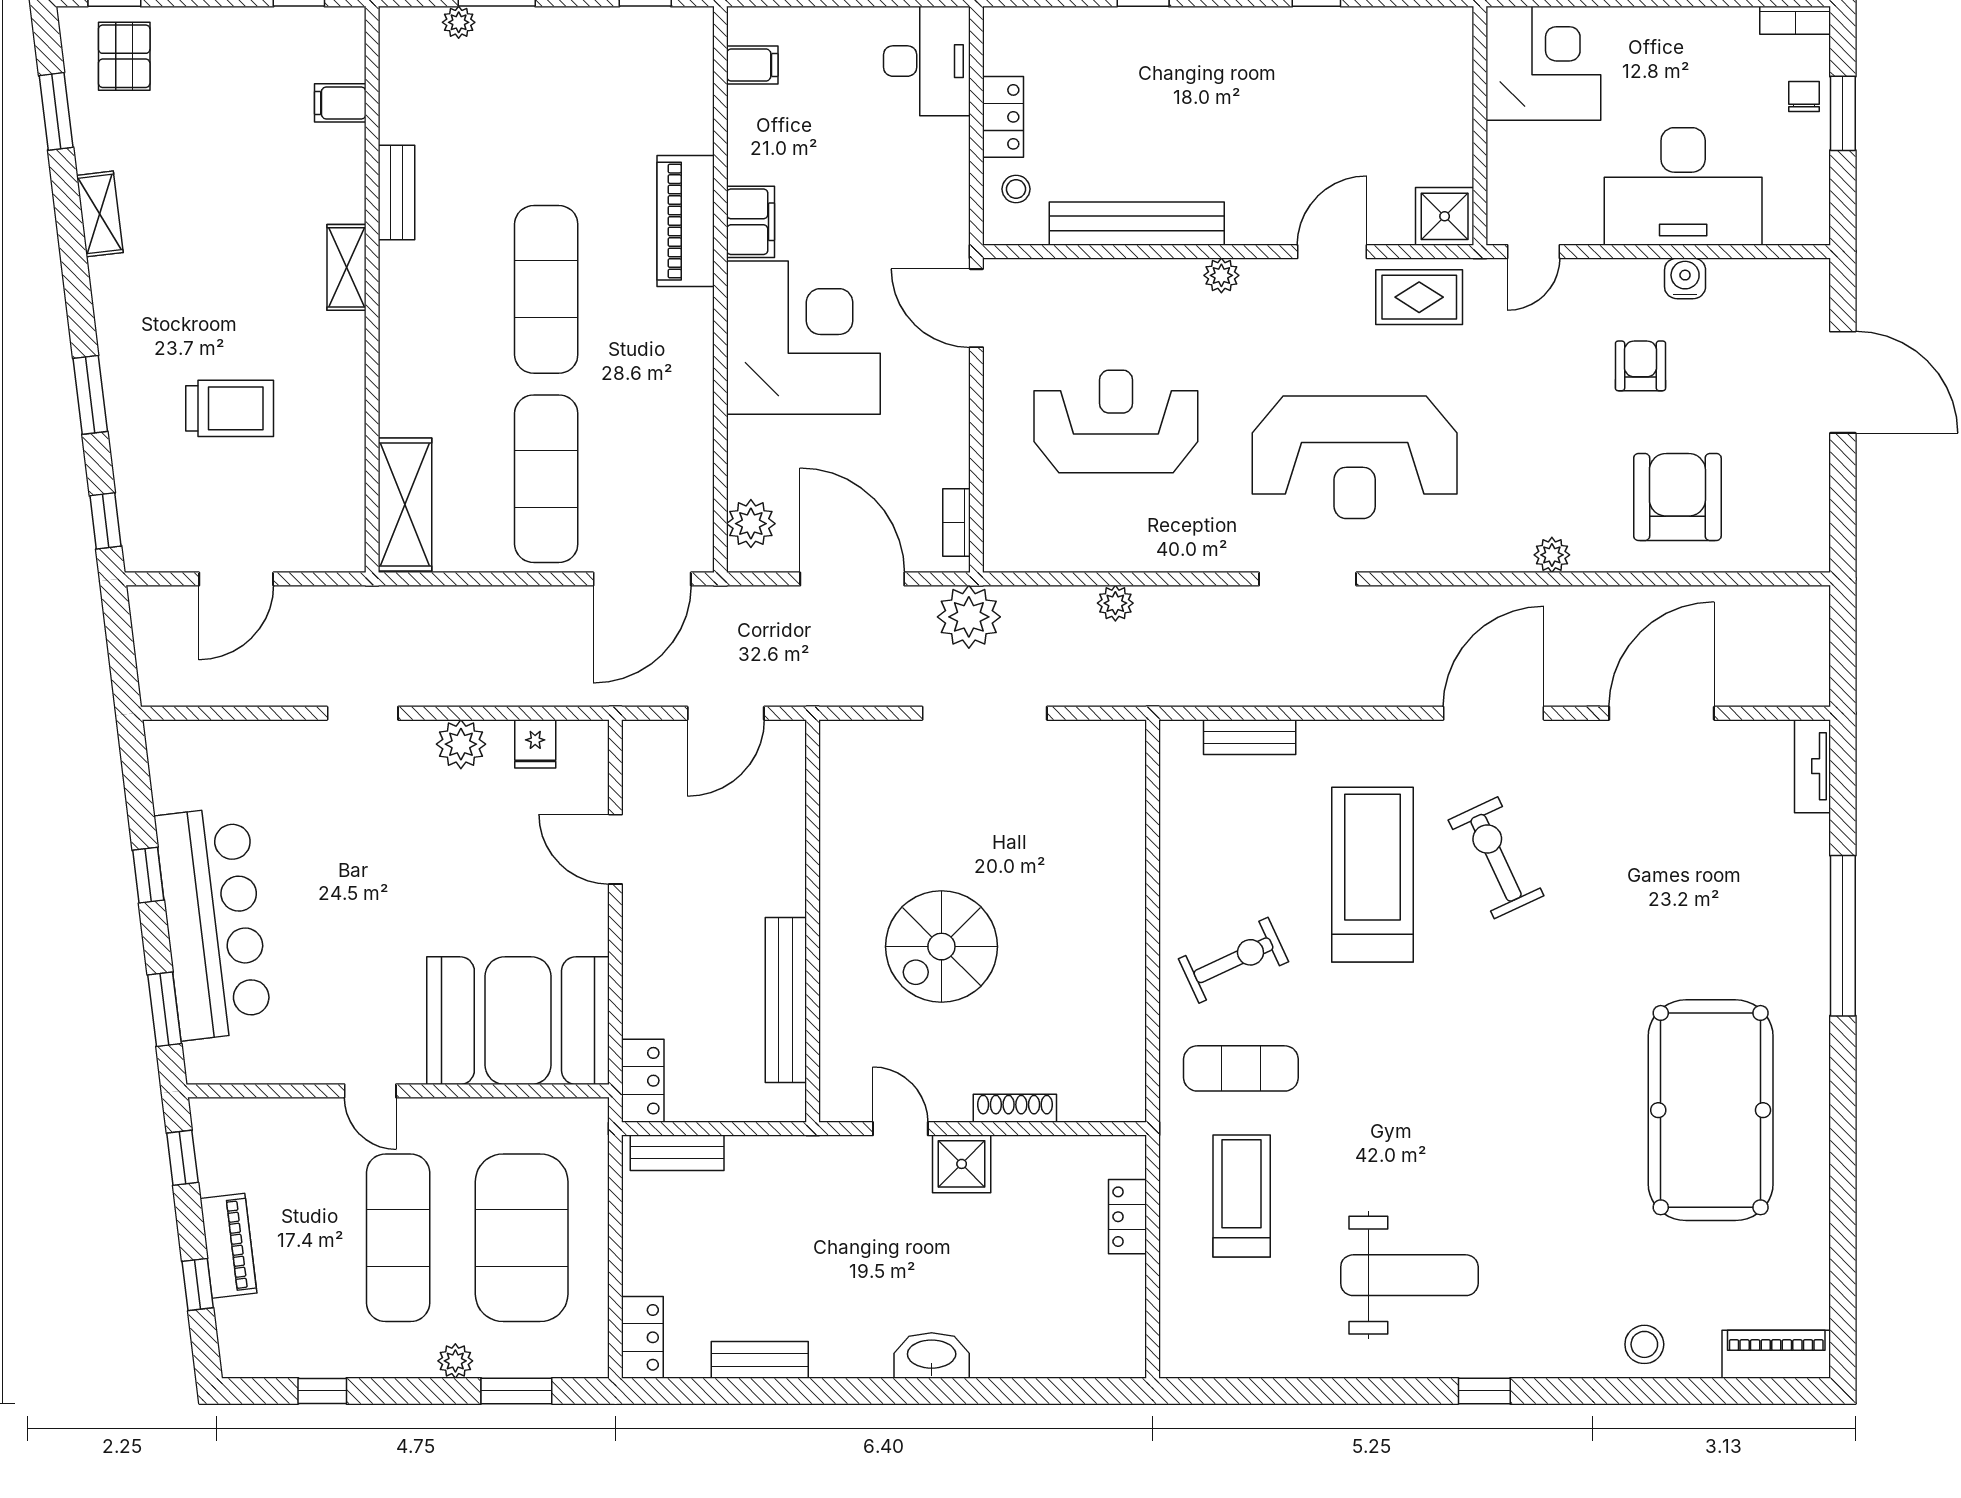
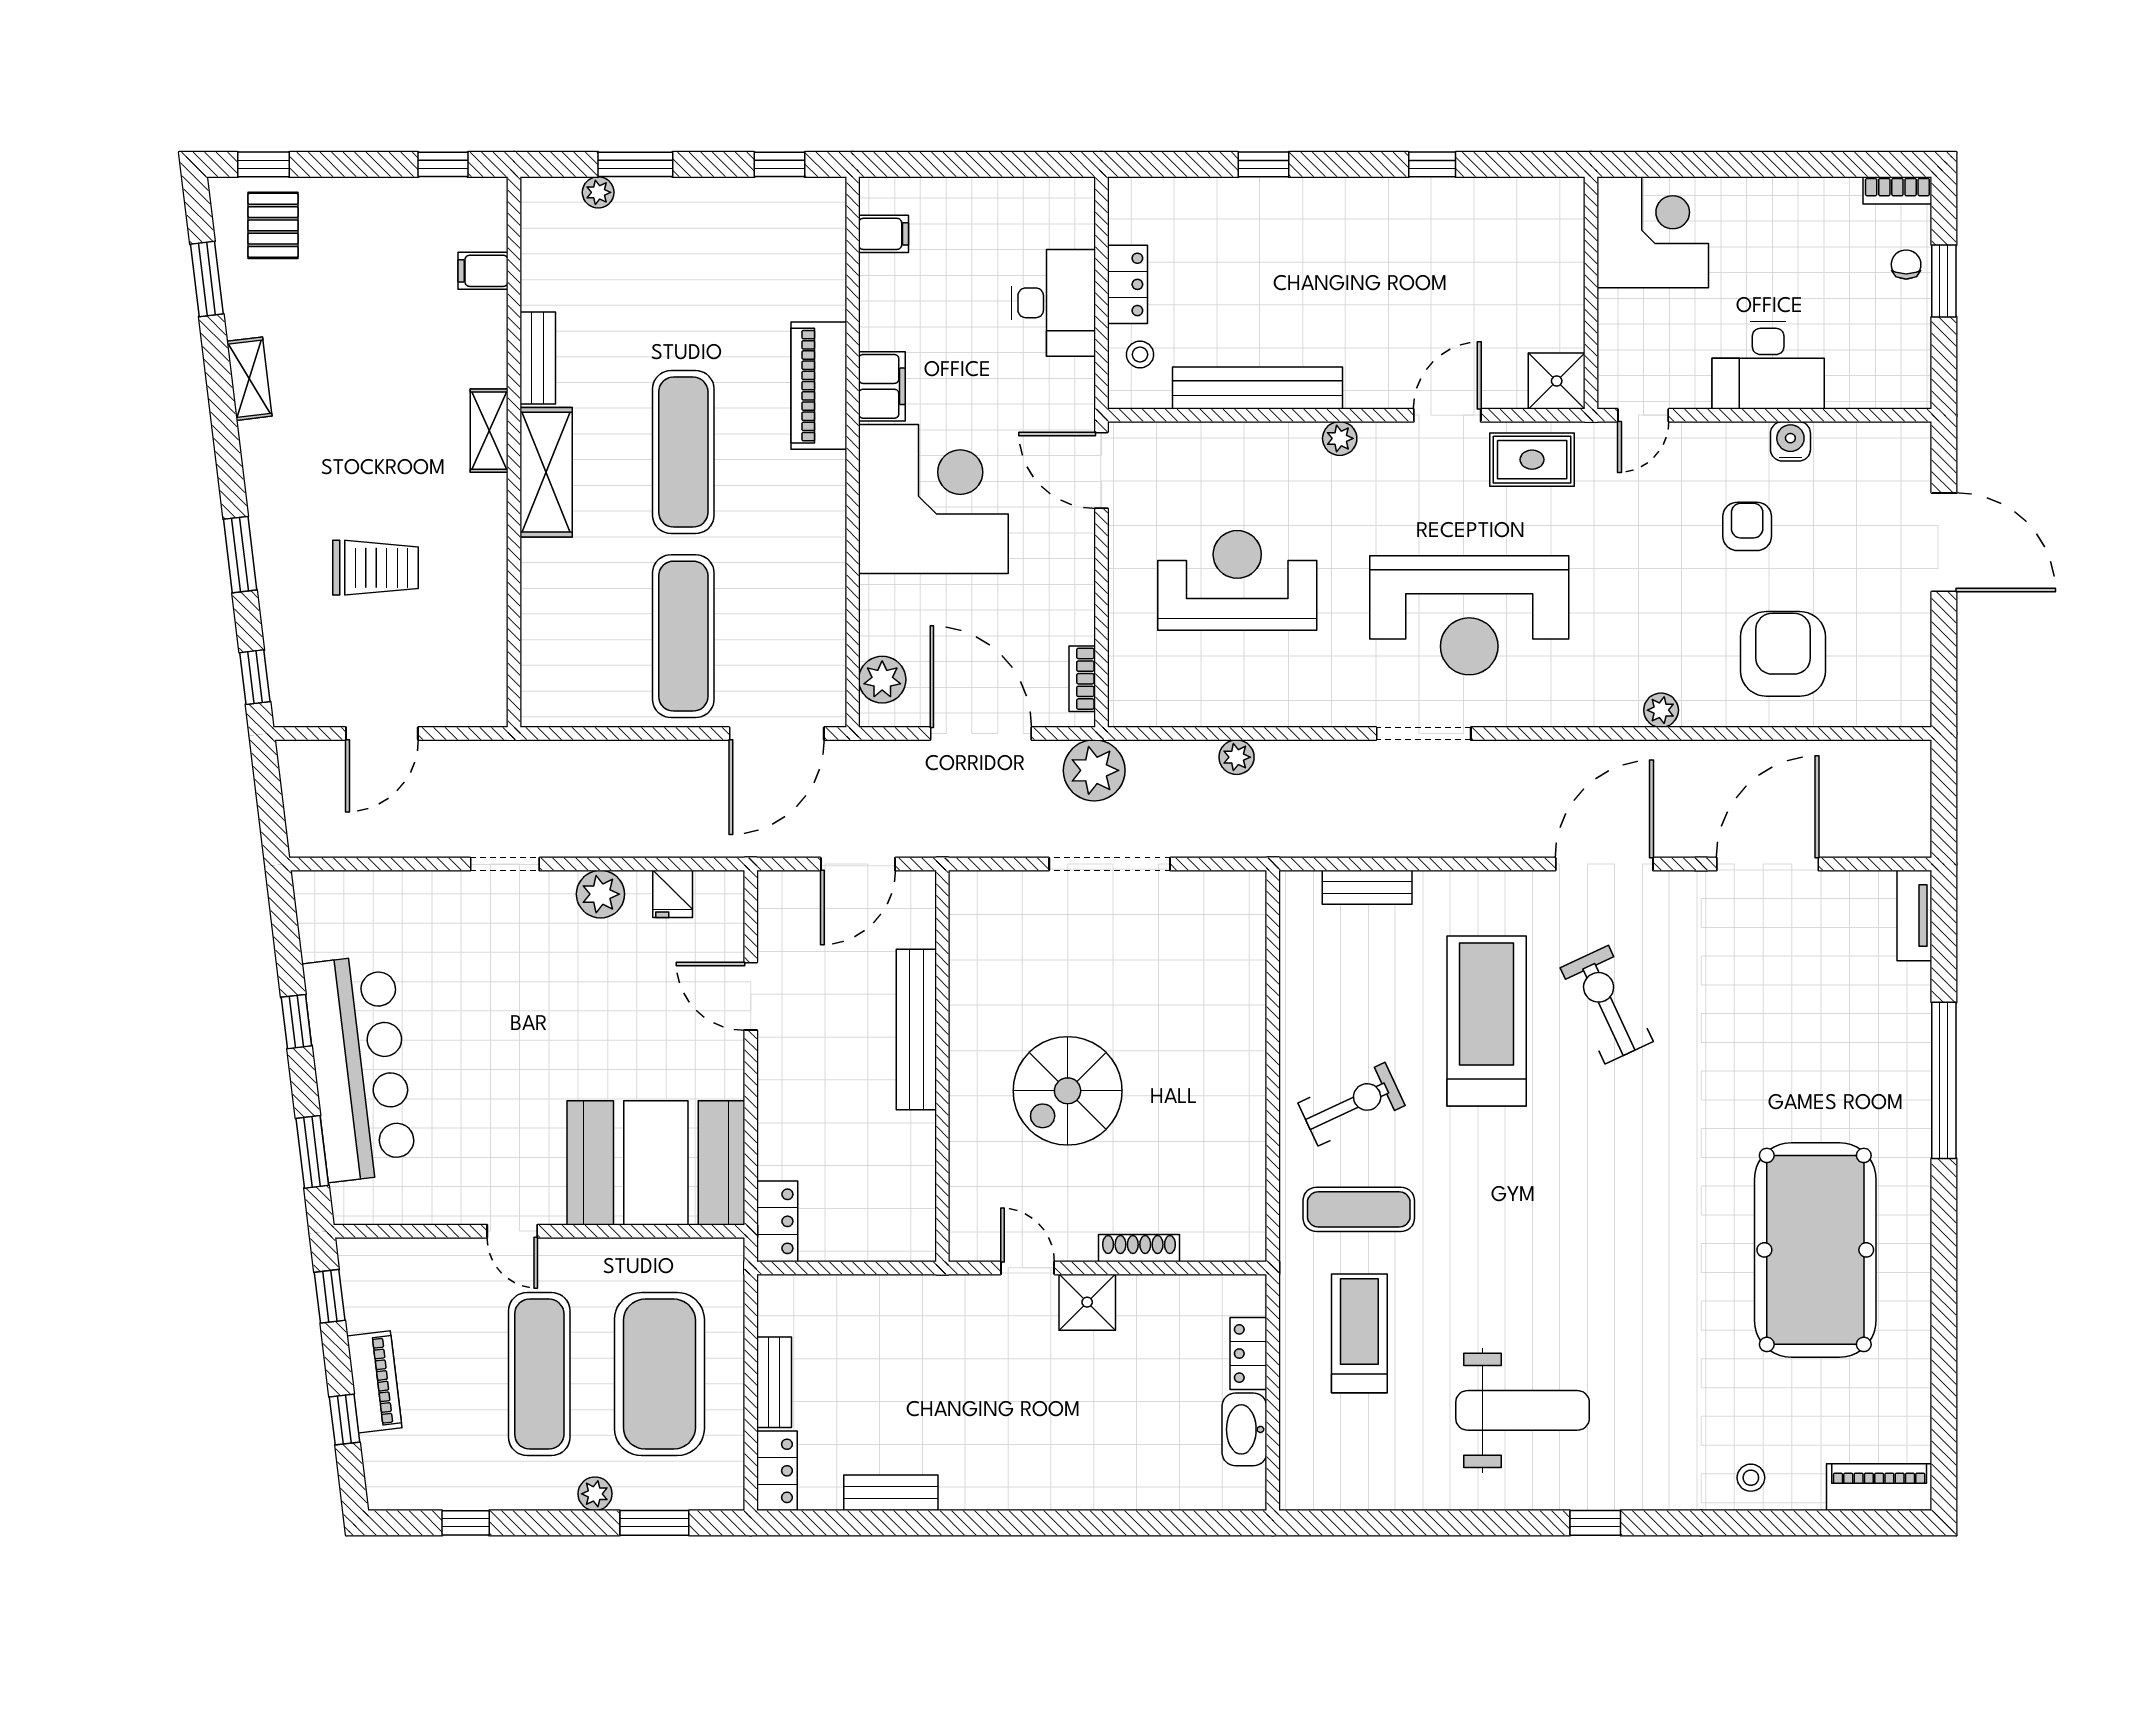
desk: (927, 61) -> (1053, 303), moved
desk: (1683, 186) -> (1768, 365), width x0.73, depth x0.77
shelving: (405, 505) -> (546, 472), moved
bench: (786, 1000) -> (916, 1029), moved
bench: (677, 1153) -> (774, 1382), moved, turned 90
stool: (1644, 1344) -> (1751, 1478), width x0.73, depth x0.73
washbasin: (932, 1355) -> (1244, 1429), moved, turned -90

